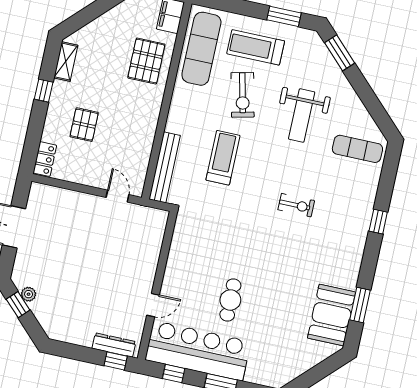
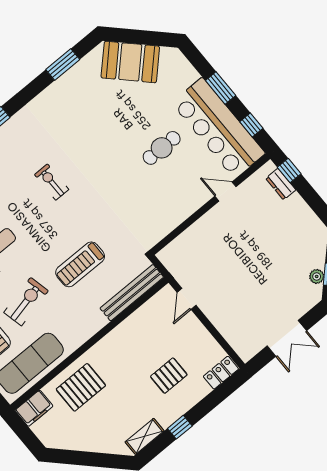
booth: (331, 315) -> (130, 62), moved, turned 45
dresser: (114, 345) -> (281, 184), width x0.70

